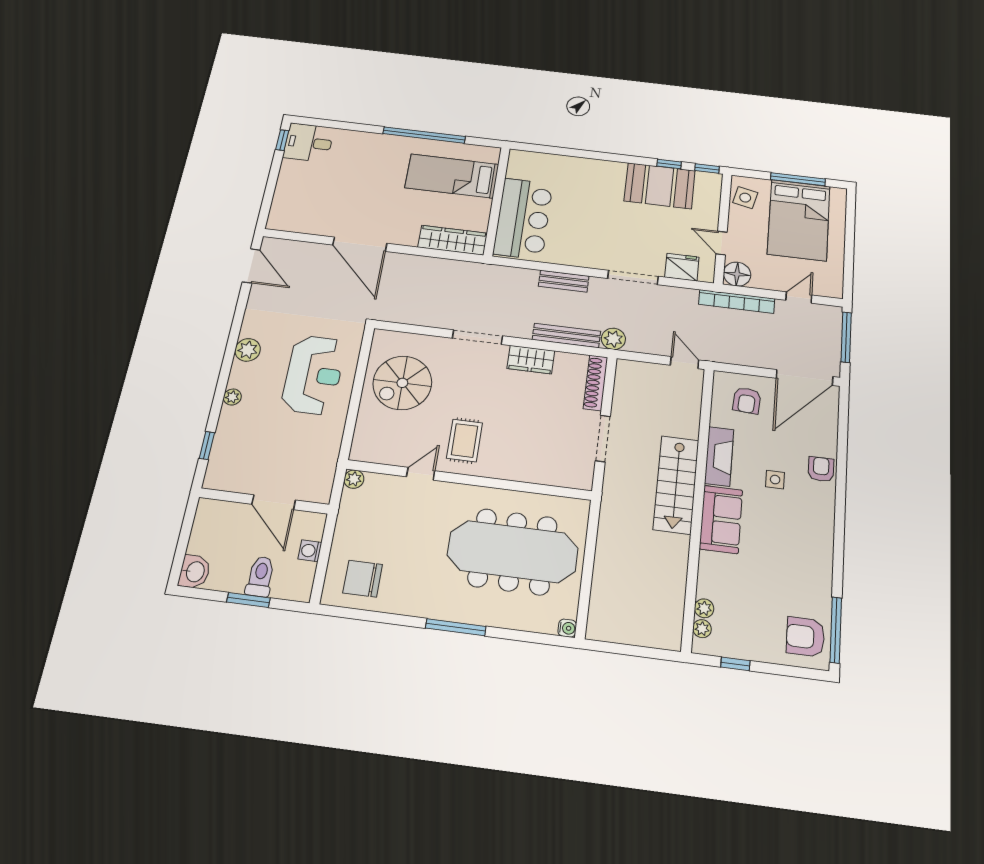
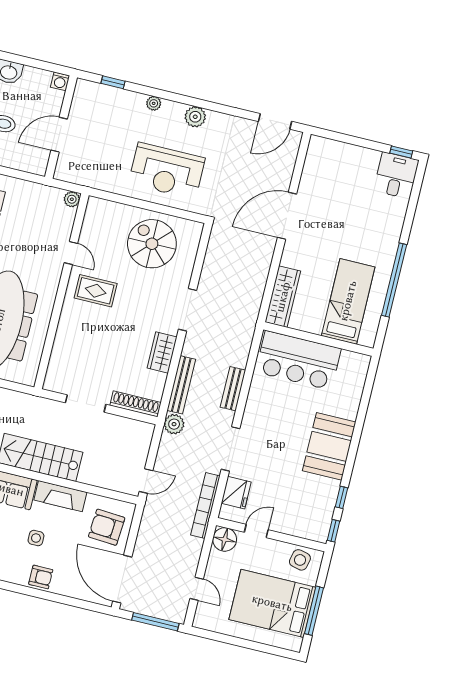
booth: (660, 186) -> (329, 446), moved
bookcase: (737, 301) -> (205, 505), moved
armchair: (747, 401) -> (107, 527), width x1.38, depth x1.38
washing machine: (310, 551) -> (60, 81), moved, turned 180

